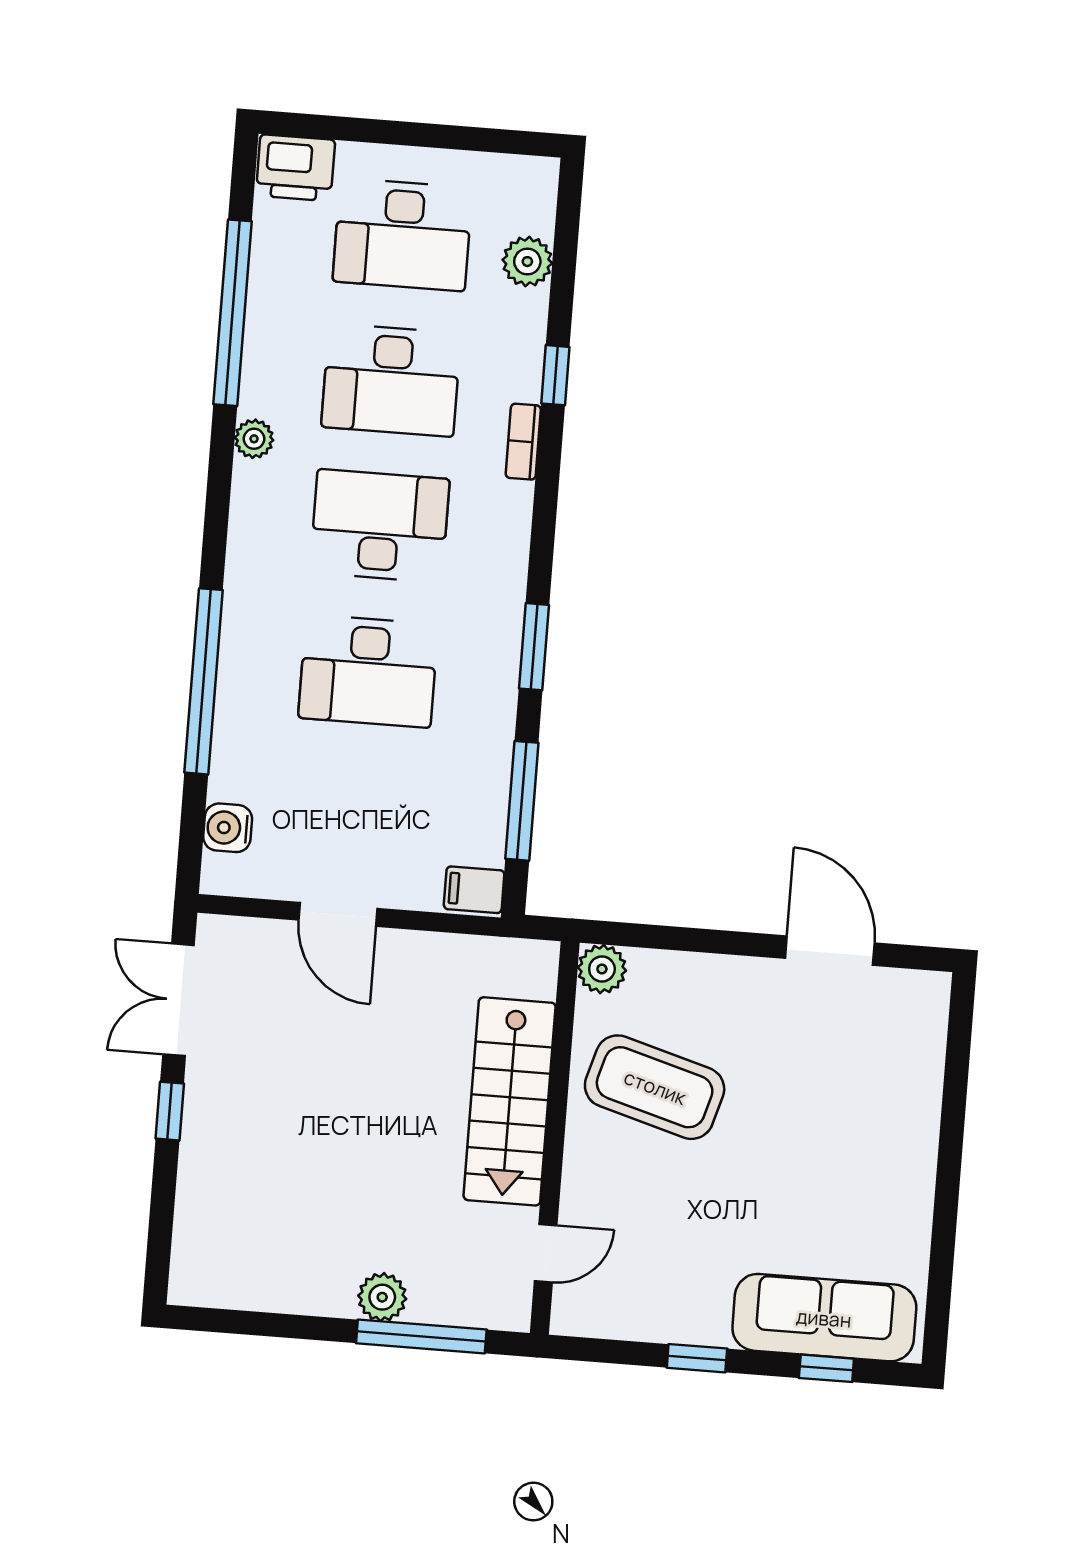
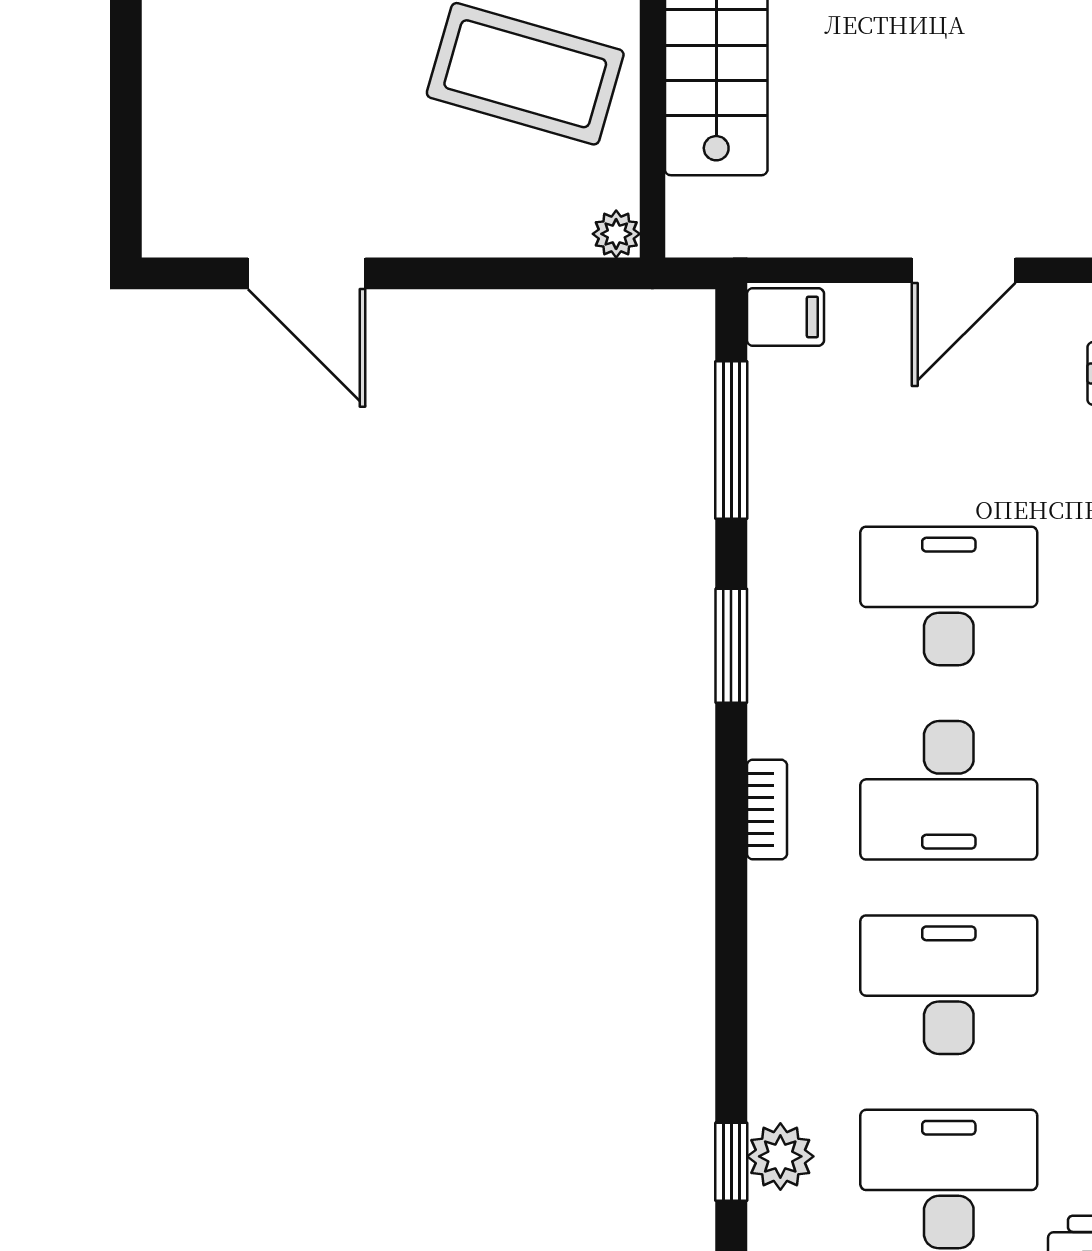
window: (555, 375) -> (731, 1162), moved
bookcase: (523, 442) -> (767, 809), moved
door: (338, 914) -> (964, 270), swing flipped
plant: (602, 969) -> (616, 234), width x0.73, depth x0.73

